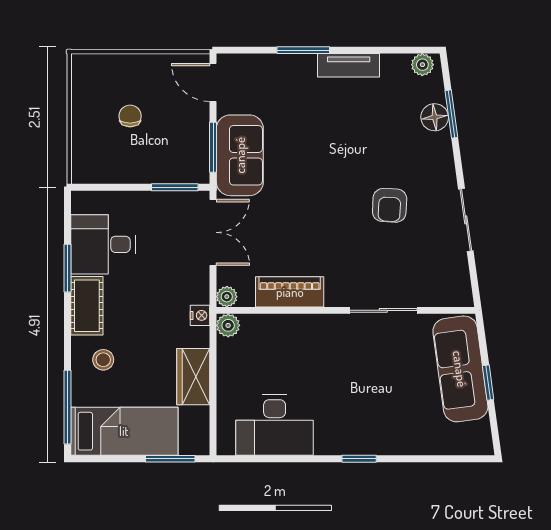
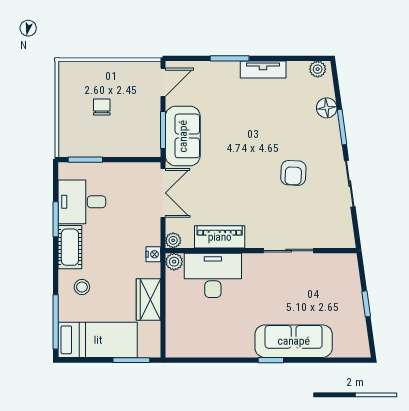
door: (213, 83) -> (163, 82), swing flipped
window: (451, 114) -> (342, 127), moved
window: (175, 187) -> (85, 160), moved
sofa: (460, 369) -> (294, 341), moved, turned 98
desk: (275, 425) -> (213, 275), moved, turned 180

